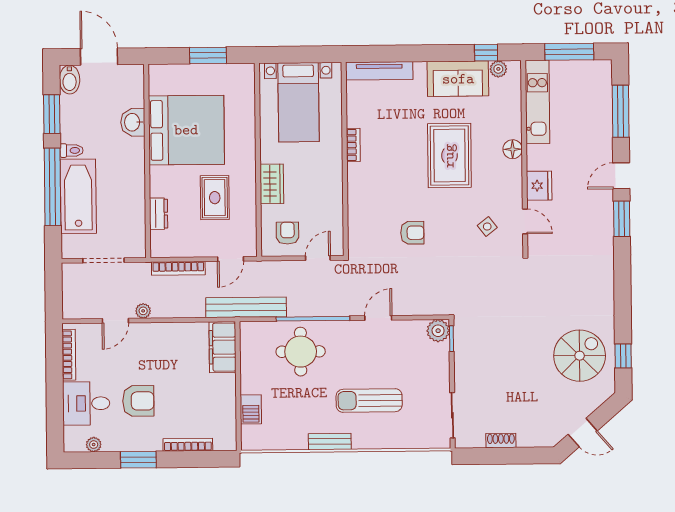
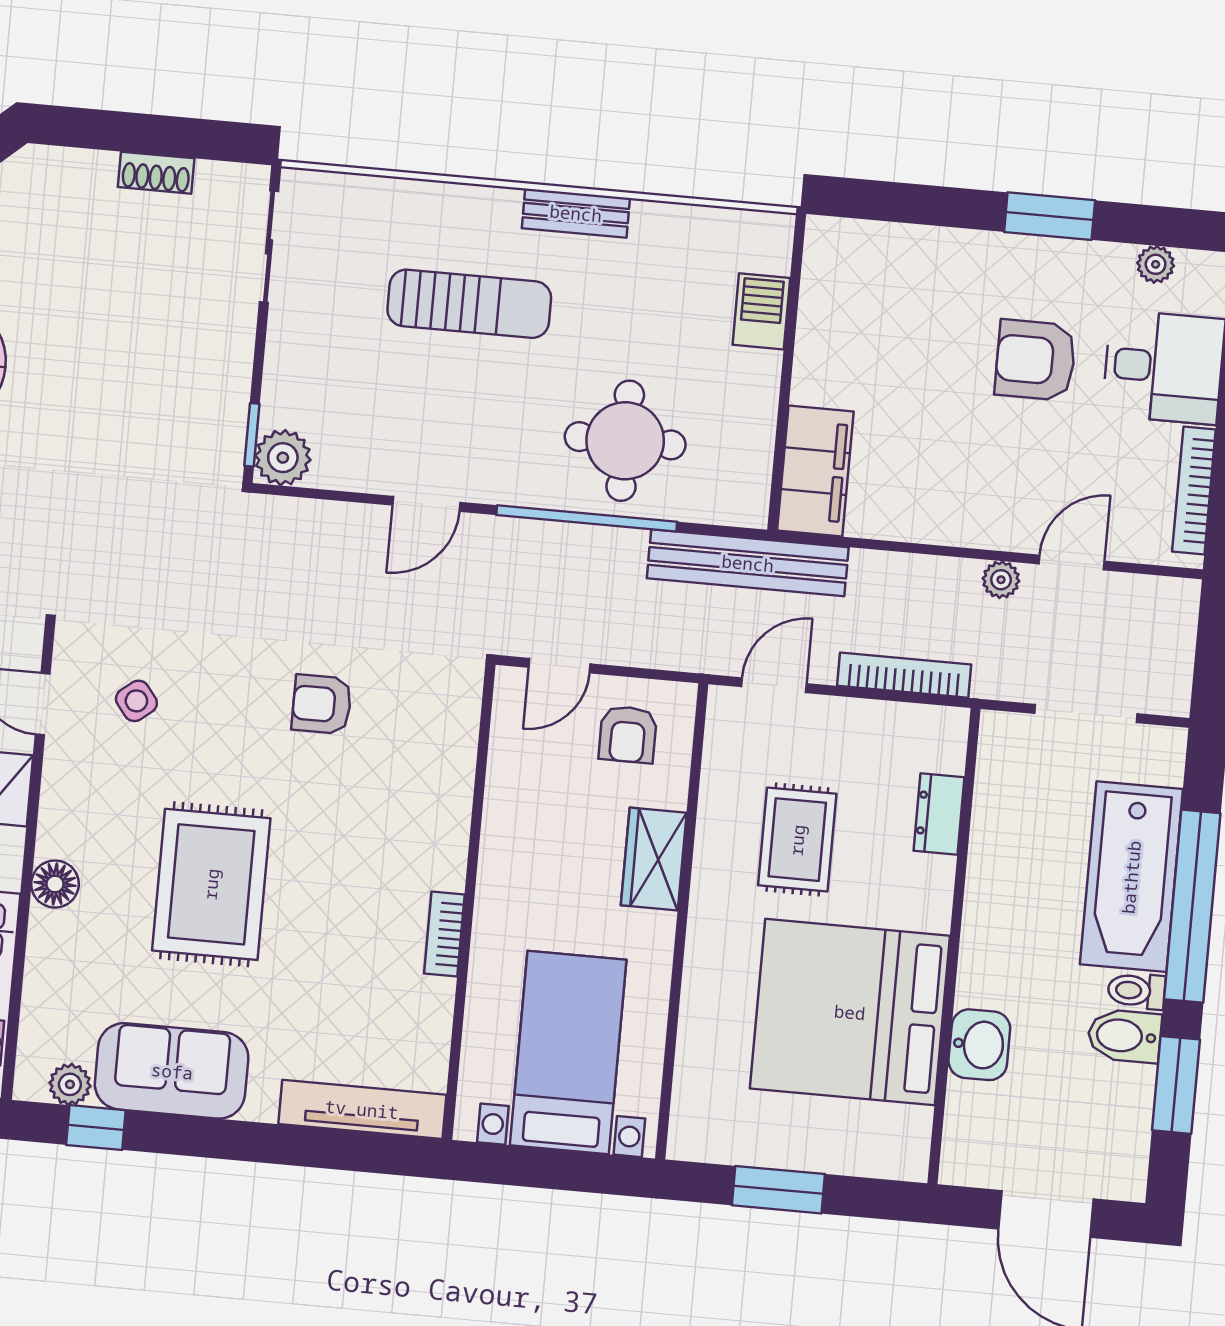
bidet: (70, 80) -> (1124, 1036), moved, turned -90
bookcase: (188, 445) -> (925, 240), removed

